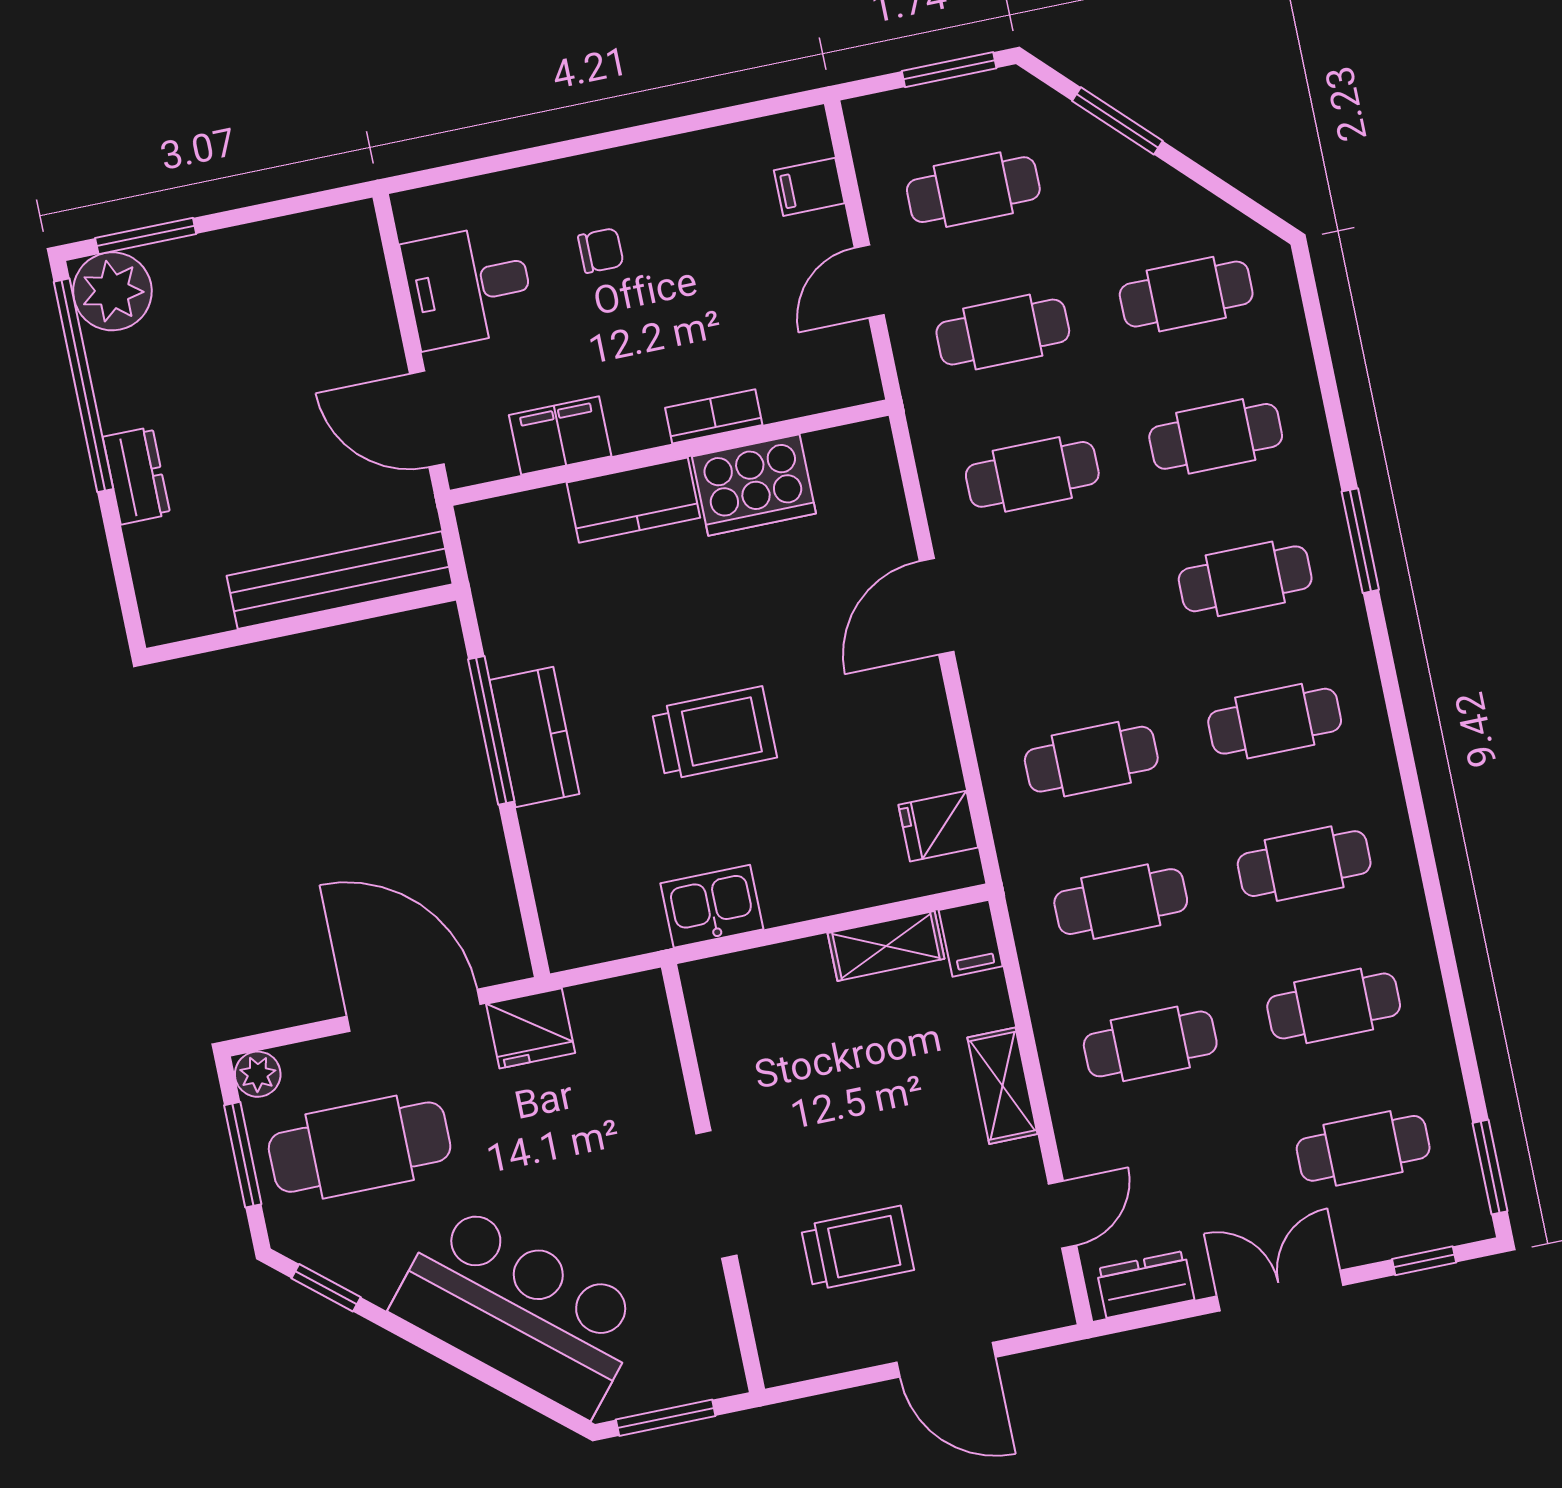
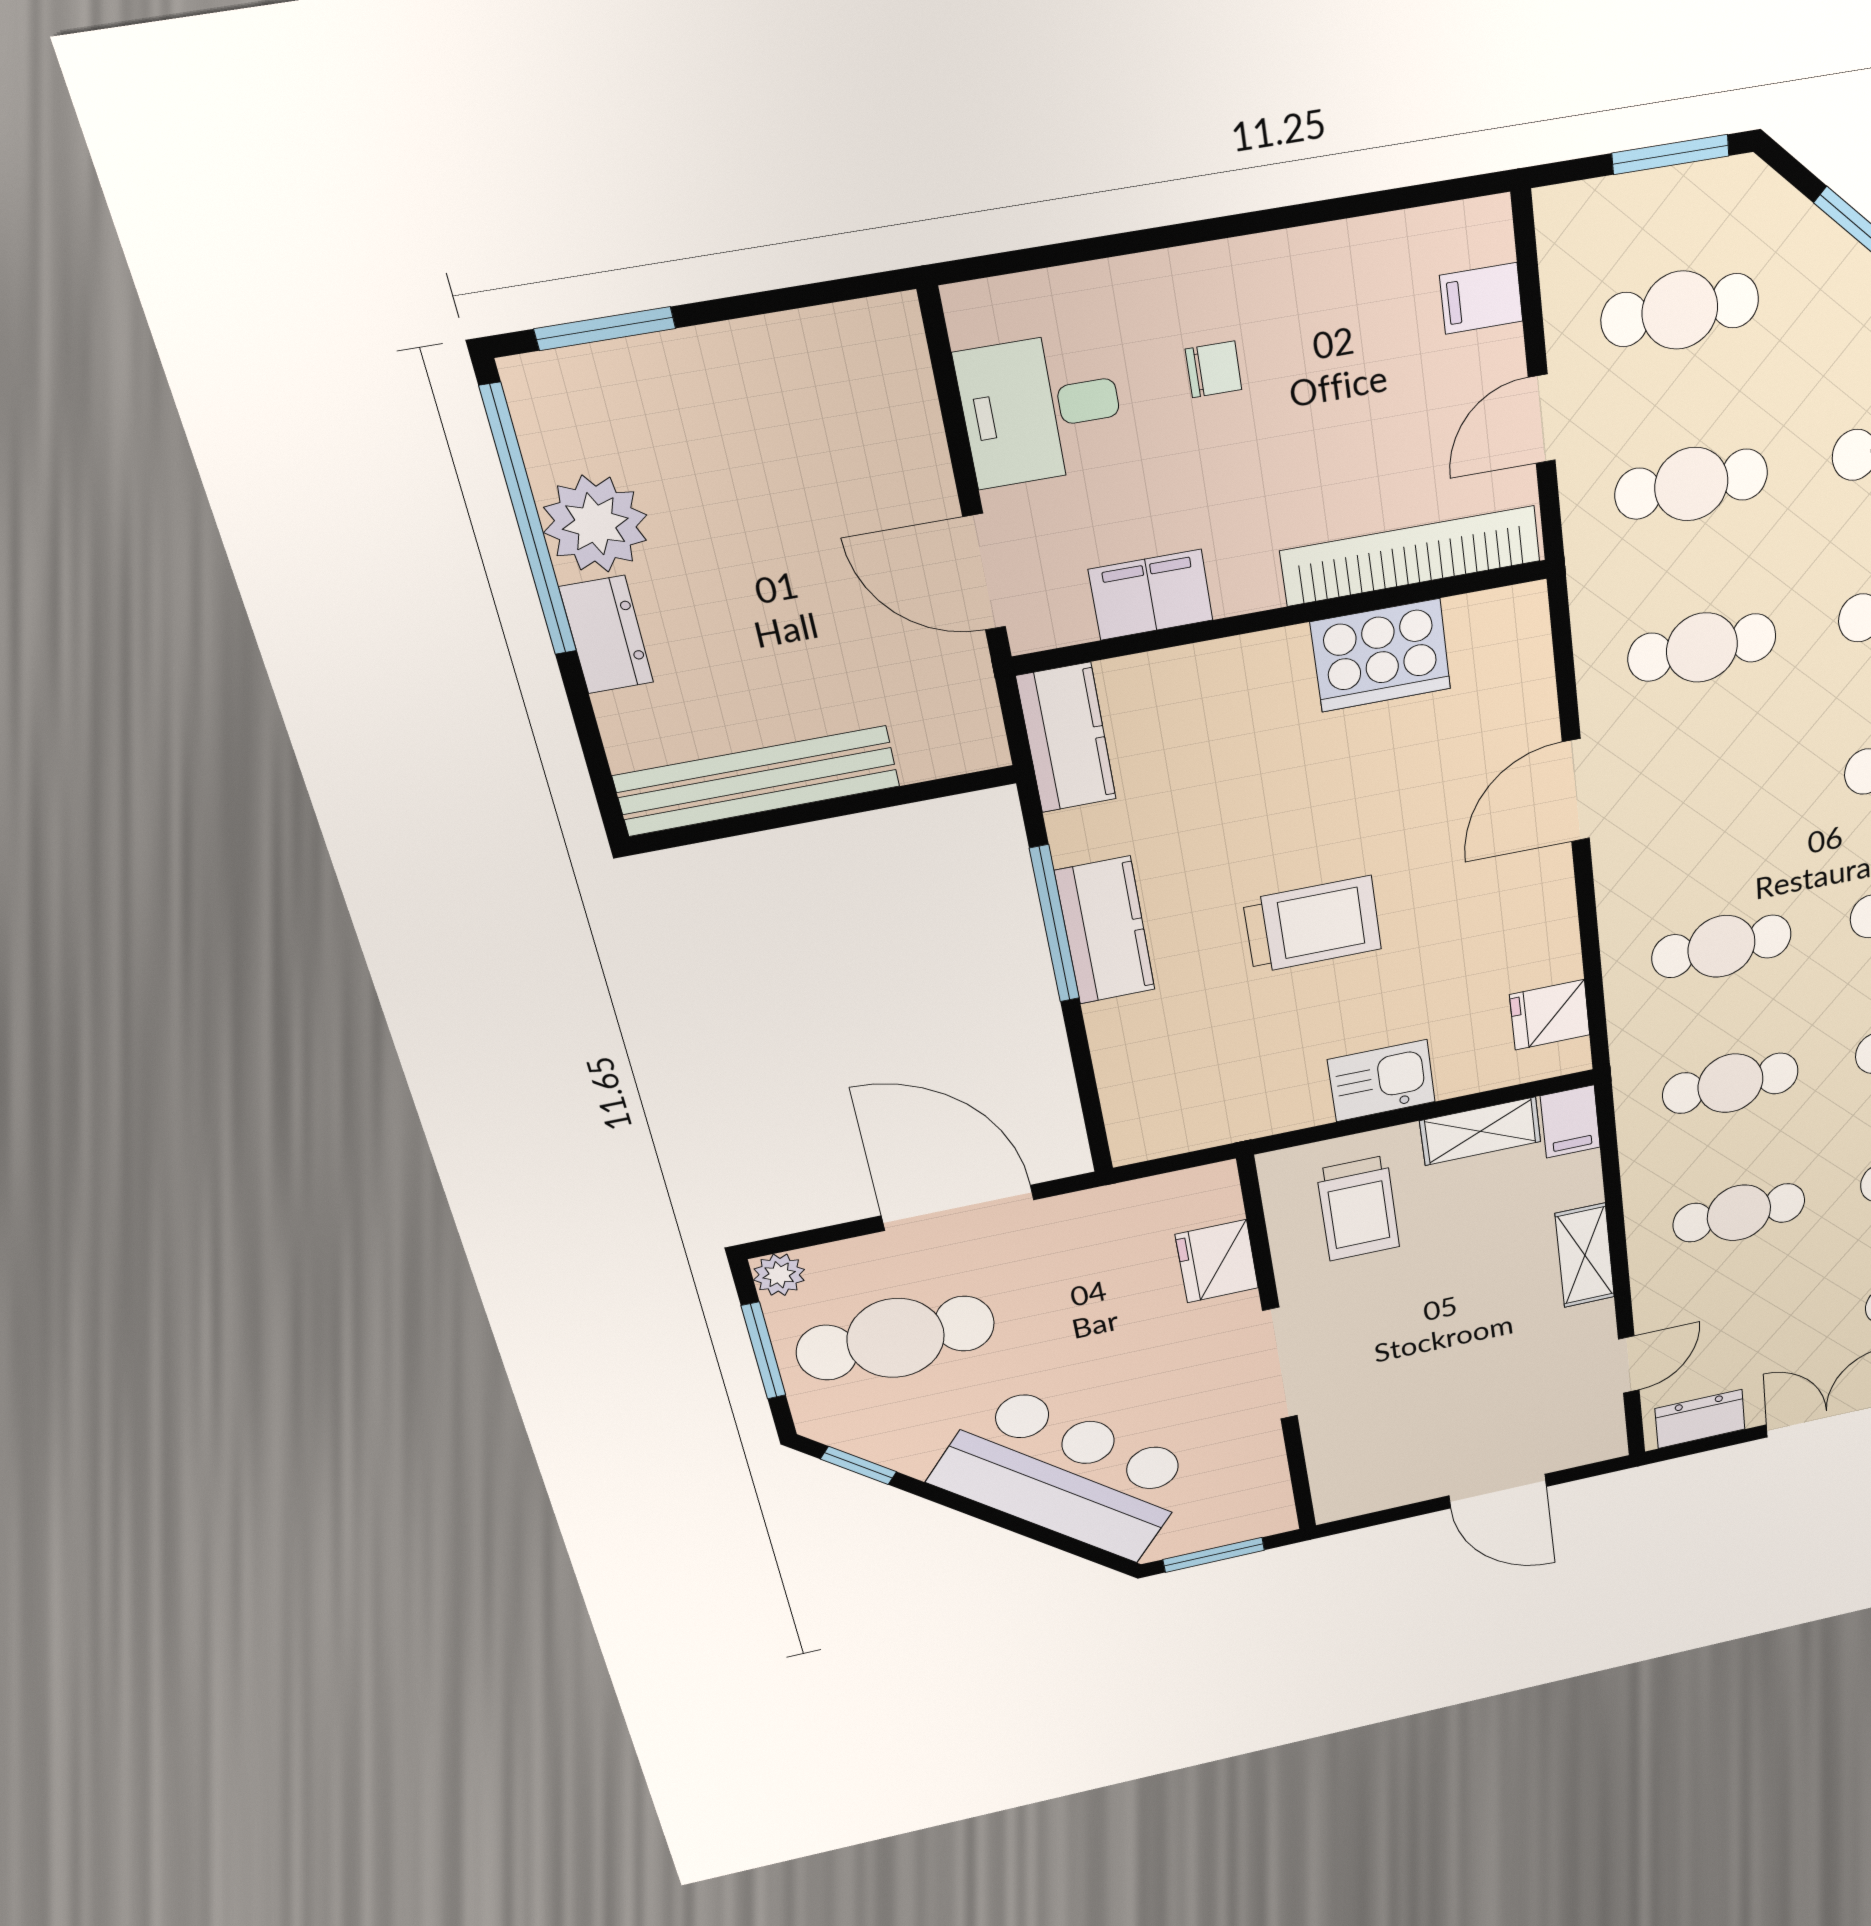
plant: (112, 291) -> (595, 524), moved
bookcase: (714, 416) -> (1411, 556), width x2.31, depth x1.31
kitchen counter: (633, 500) -> (1066, 738), moved, turned -90
bench: (340, 580) -> (757, 781), moved
kitchen sink: (712, 906) -> (1382, 1081), moved
fridge: (531, 1028) -> (1217, 1261), moved, turned 90
trolley: (857, 1248) -> (1358, 1208), moved, turned 90

